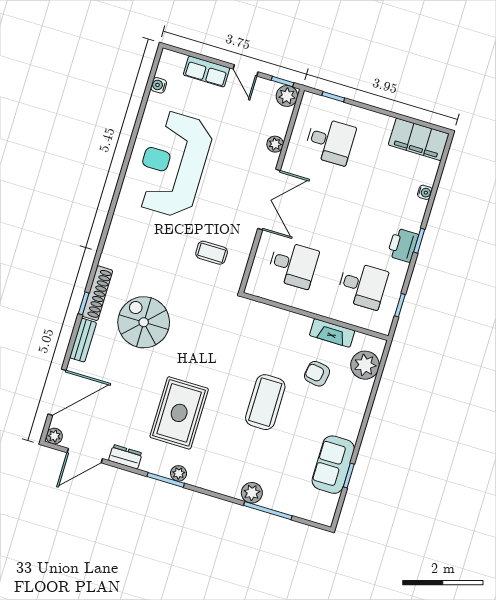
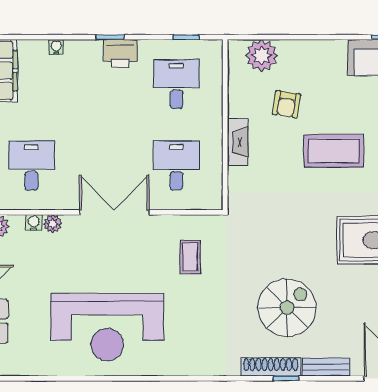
water cooler: (159, 85) -> (34, 223), moved, turned 180
spiral stairs: (144, 322) -> (287, 308), turned 180
fireplace: (332, 333) -> (238, 142), moved

